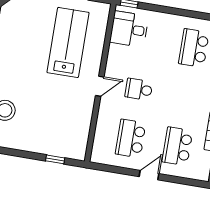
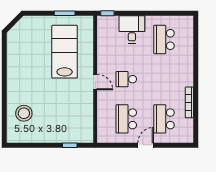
desk: (129, 29) -> (132, 29), moved, turned 90
door: (100, 86) -> (95, 82), hinge flipped

